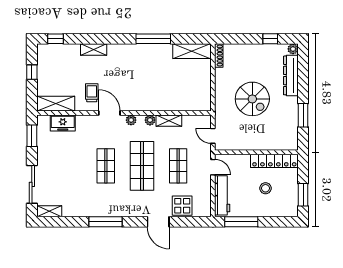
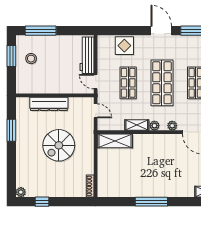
shelving: (192, 51) -> (115, 141), moved
dresser: (291, 75) -> (49, 104), moved, turned 90
spiral stairs: (252, 99) -> (59, 145), turned -90
locker: (274, 161) -> (38, 87), removed
stool: (265, 188) -> (31, 59), moved
door: (158, 222) -> (161, 31), moved
window: (241, 222) -> (41, 31), moved

